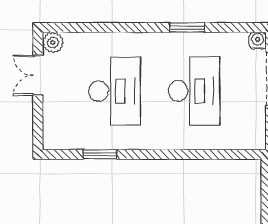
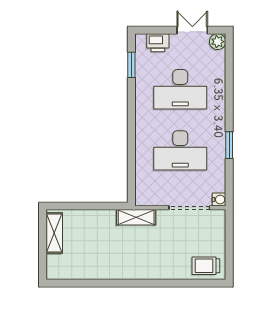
printer: (54, 120) -> (158, 43), added
window: (100, 154) -> (131, 65), moved

